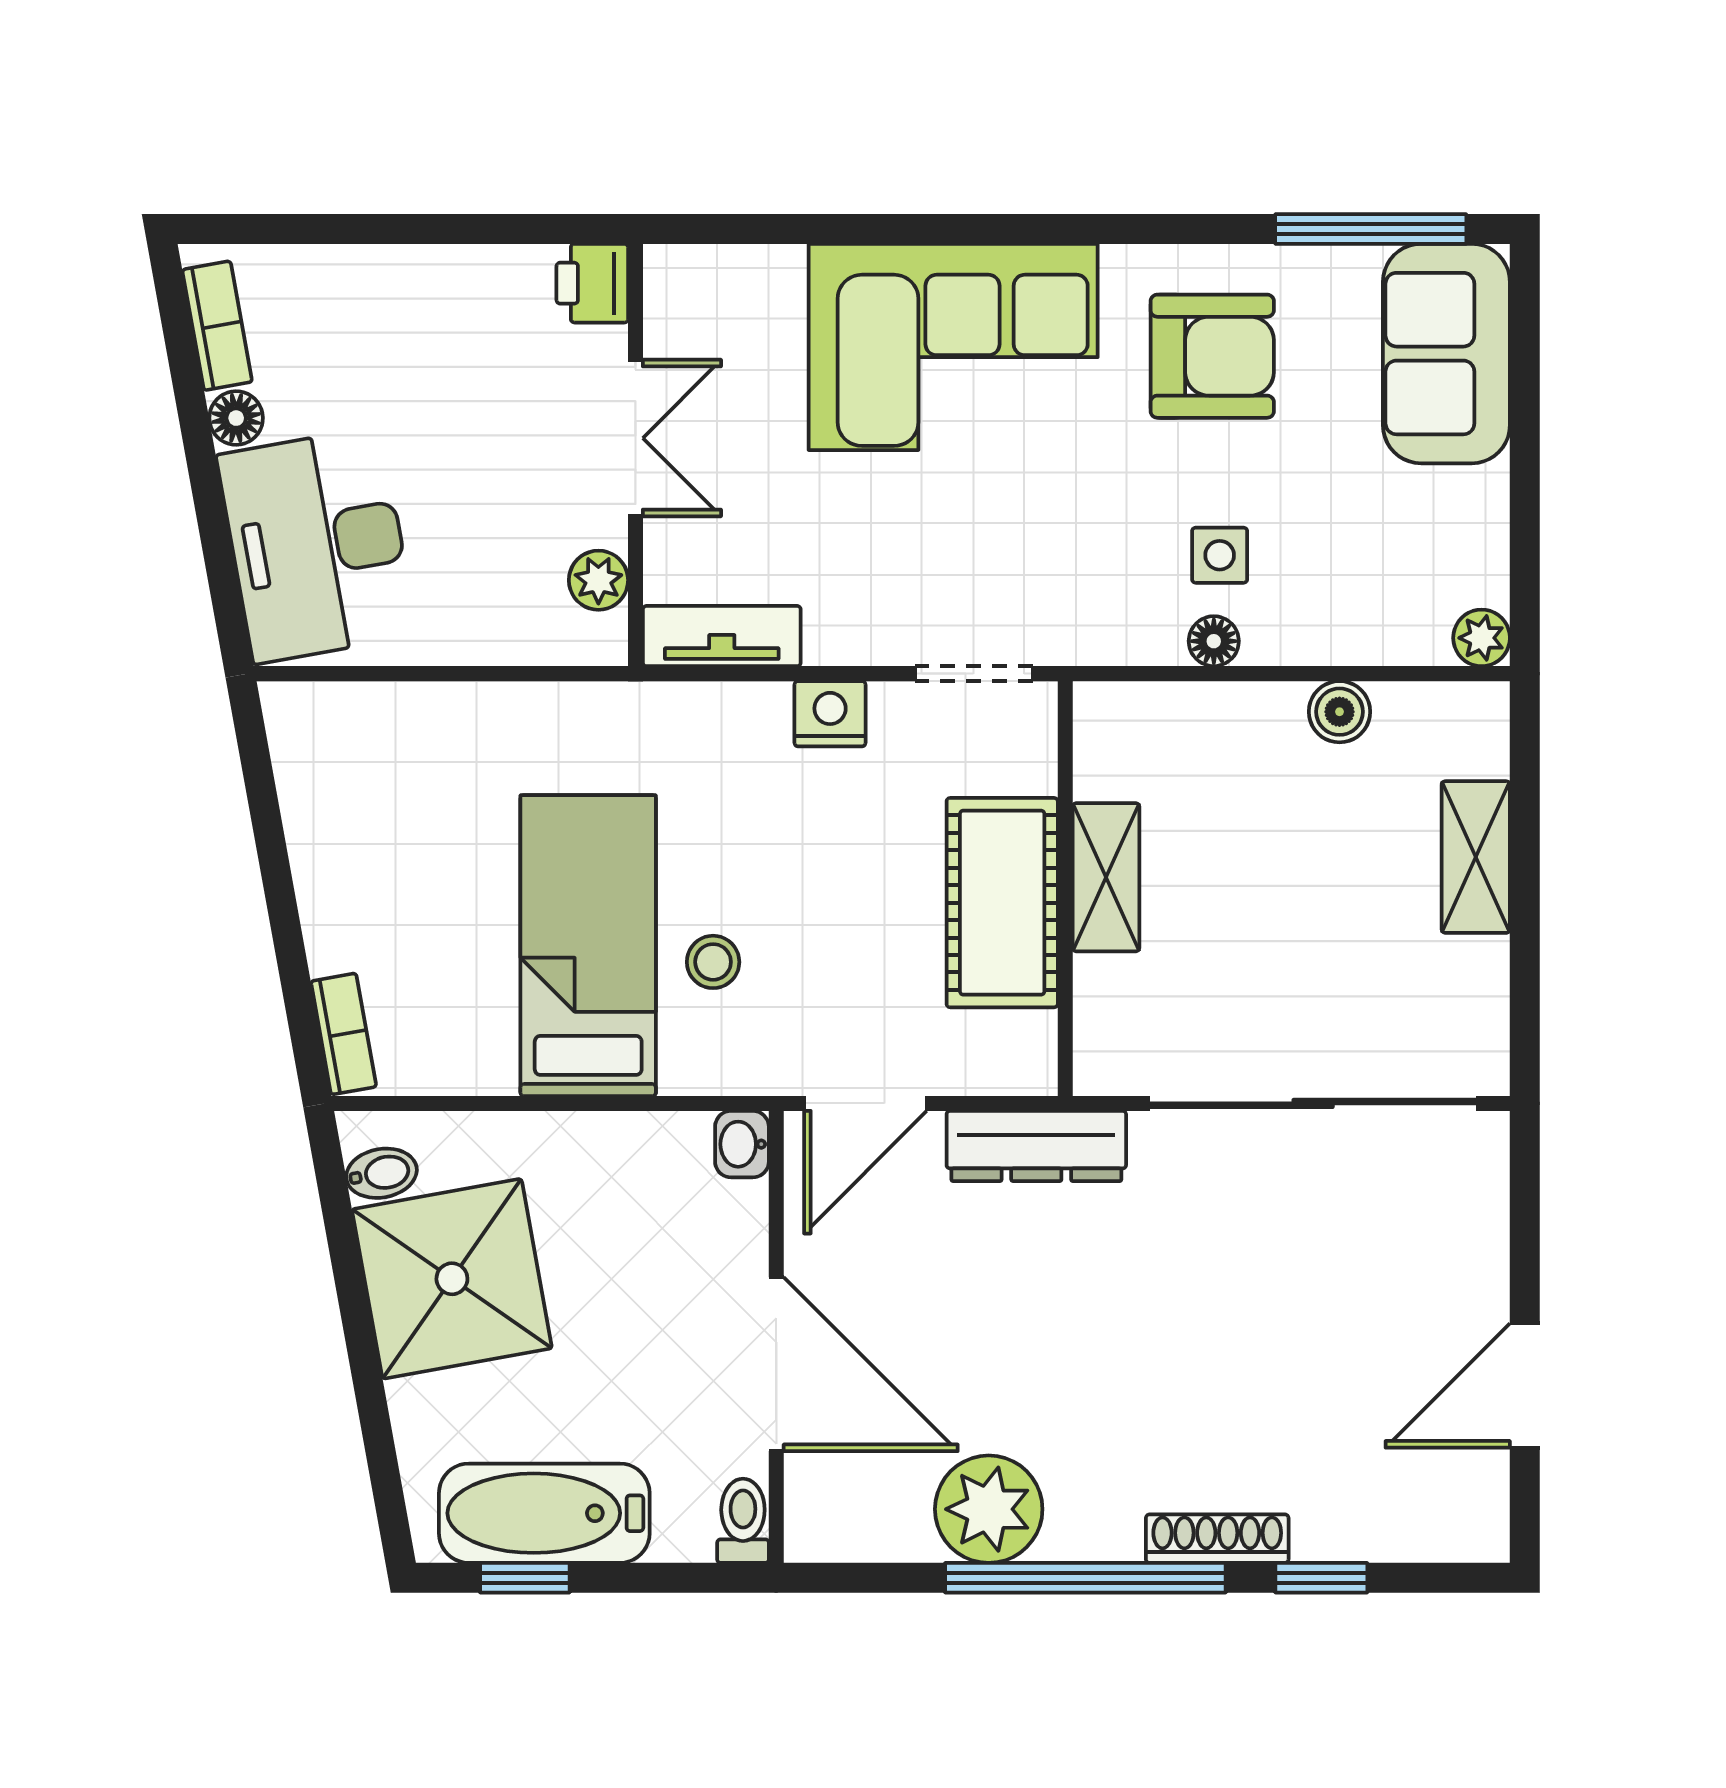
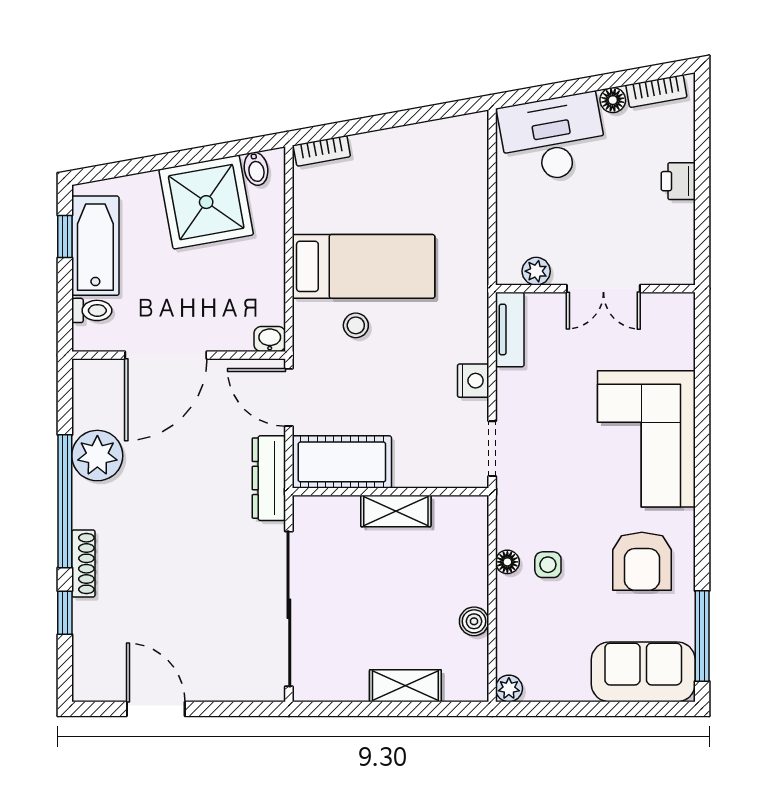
printer: (592, 283) -> (678, 181), moved, turned -90
cot: (1002, 903) -> (342, 462), moved
toilet: (743, 1521) -> (92, 310), moved

